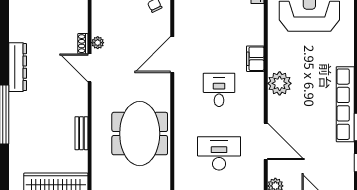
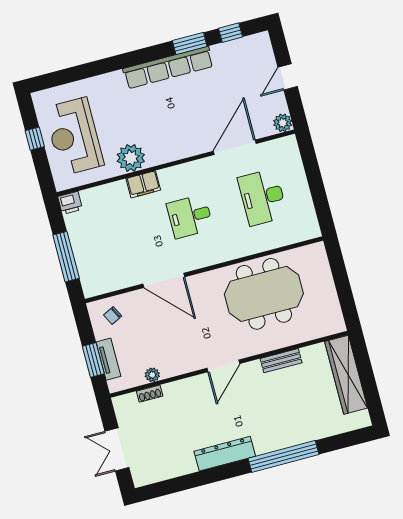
plant: (98, 43) -> (152, 375), moved
shoe rack: (83, 44) -> (150, 394), moved
door: (90, 68) -> (223, 366), moved
plant: (280, 83) -> (131, 158), moved

